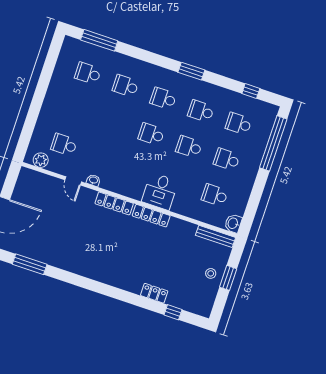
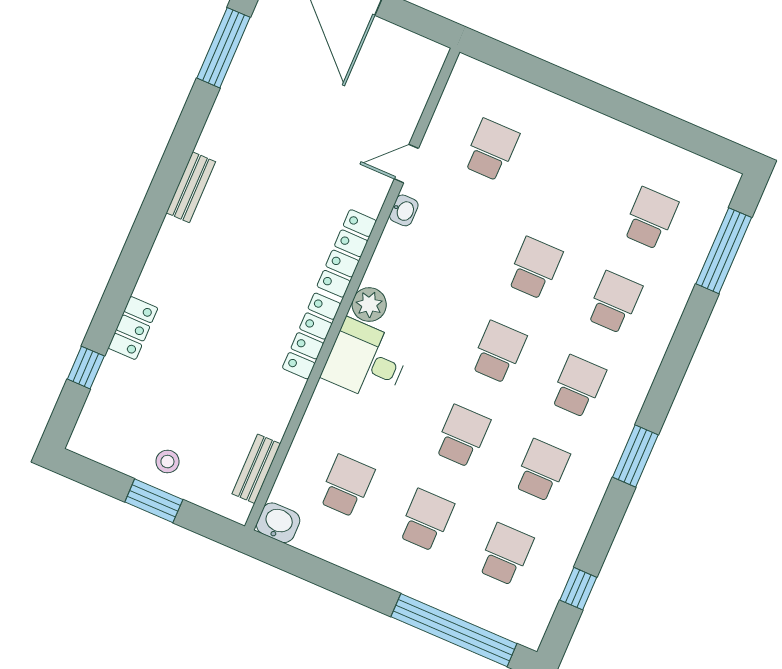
school desk: (114, 122) -> (535, 268), added
plant: (41, 160) -> (369, 305), moved
bench: (216, 236) -> (256, 469), width x0.73
bench: (91, 273) -> (191, 187), added

